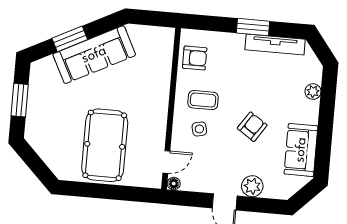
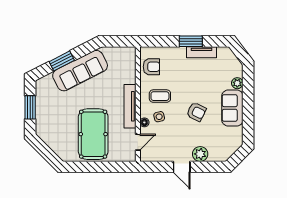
tv unit: (275, 44) -> (201, 52), width x0.71
tv unit: (160, 111) -> (130, 106), added
armchair: (252, 127) -> (196, 112), turned 82
sofa: (301, 150) -> (232, 108), moved
floor lamp: (174, 184) -> (144, 122), moved

